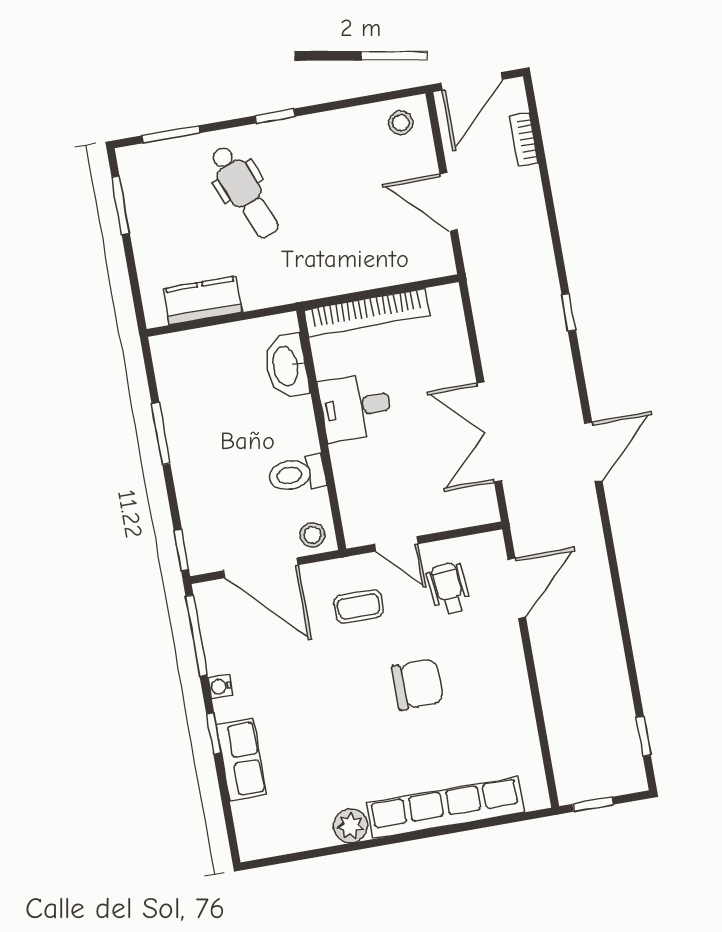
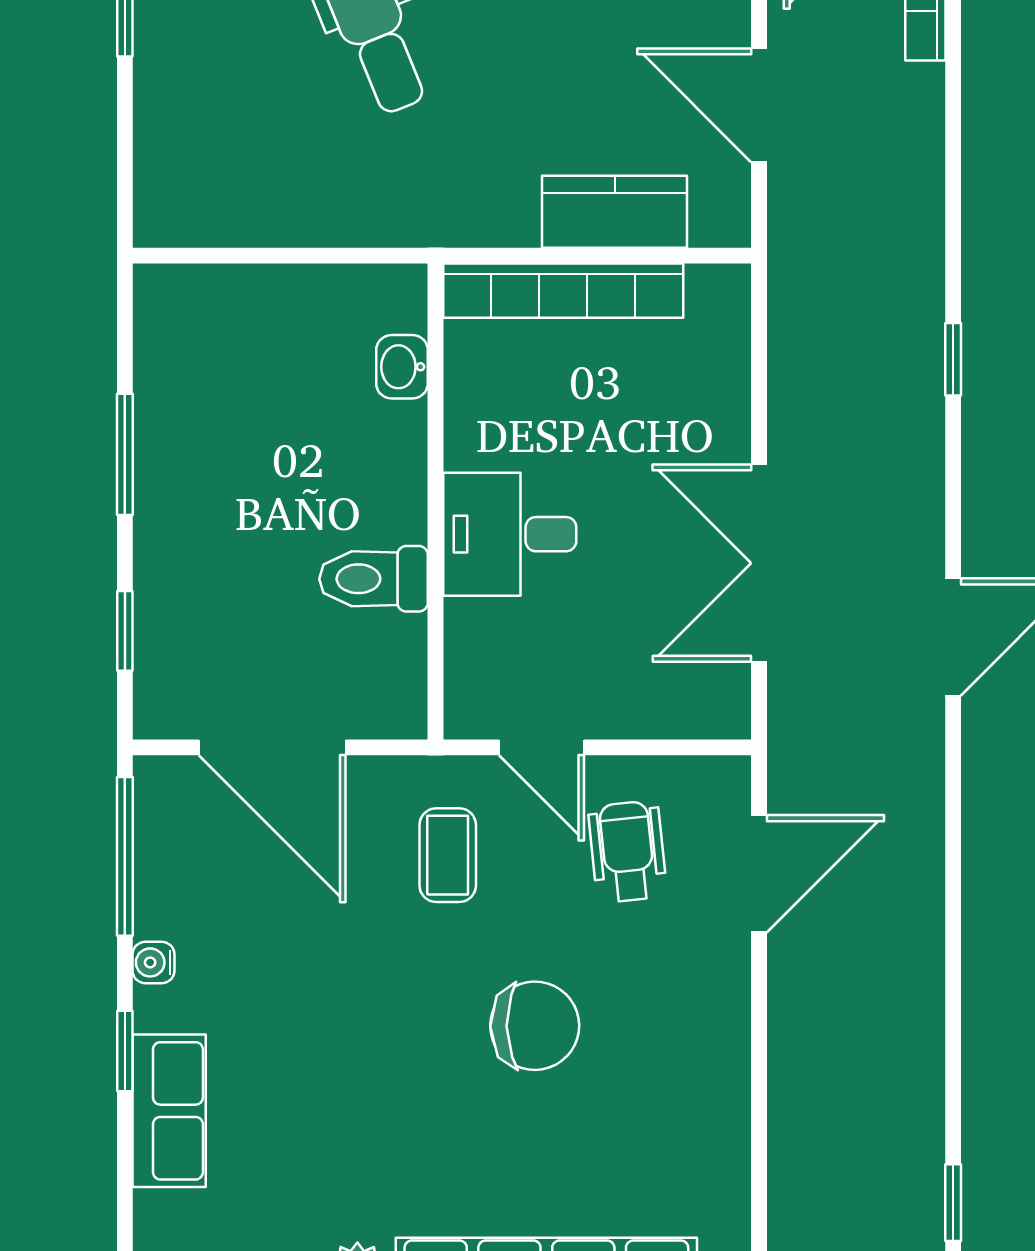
kitchen counter: (203, 300) -> (615, 212), moved
washbasin: (287, 366) -> (402, 367), width x0.52, depth x0.69
desk: (356, 407) -> (510, 534), moved
stool: (312, 535) -> (383, 701), removed
window: (181, 550) -> (125, 631), moved
coffee table: (359, 606) -> (448, 855), turned 90

